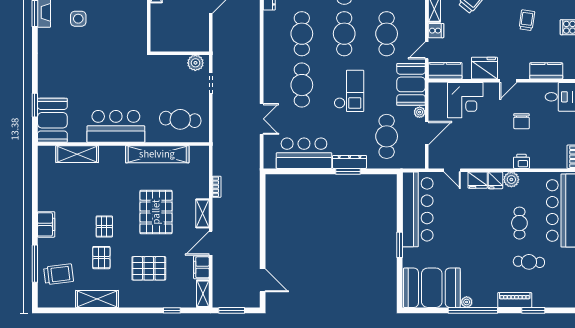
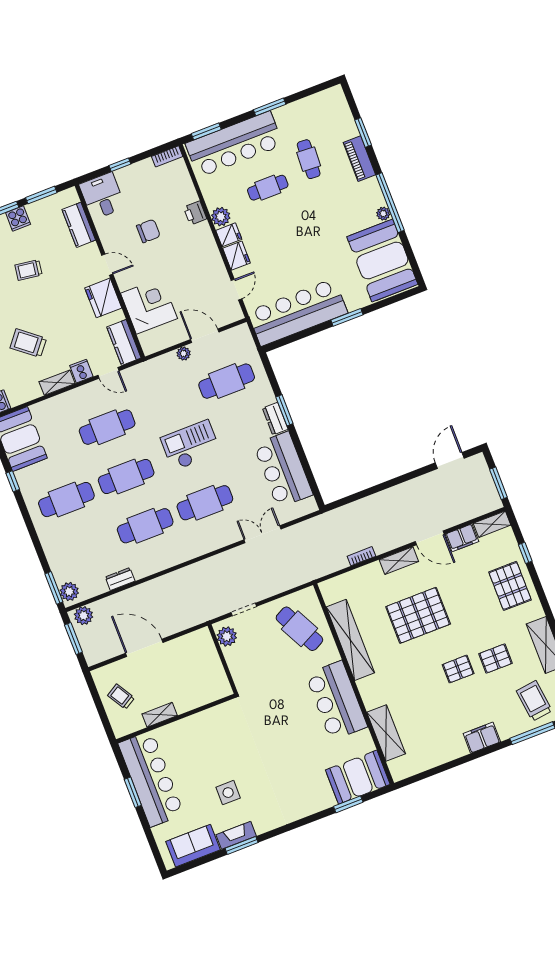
booth: (411, 84) -> (155, 376), removed
cafe table: (180, 119) -> (299, 629), turned -32
dresser: (350, 162) -> (275, 419), width x0.70
pallet: (149, 268) -> (510, 586), moved

